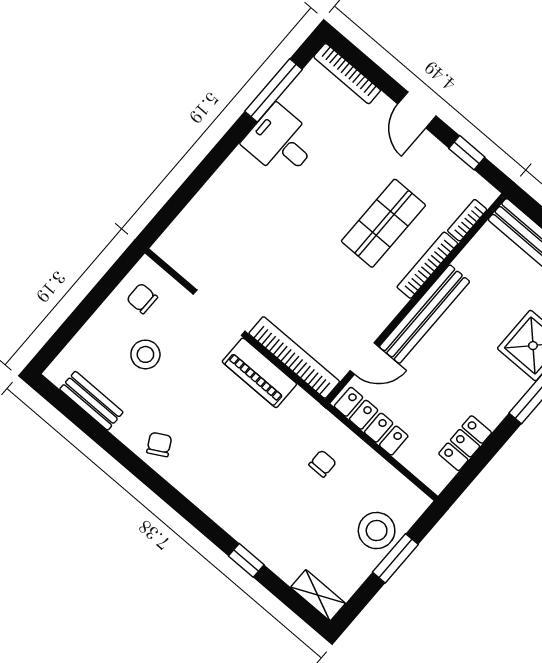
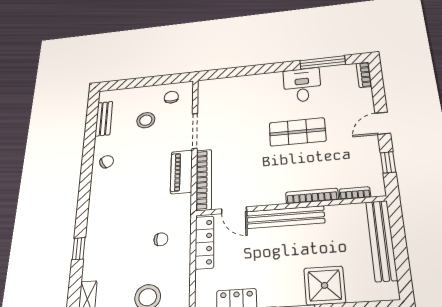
bookcase: (347, 74) -> (364, 75), width x0.64
shop shelf: (383, 223) -> (297, 132), moved

